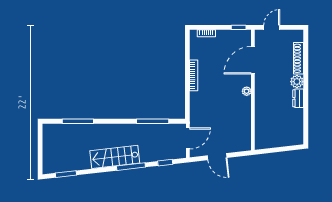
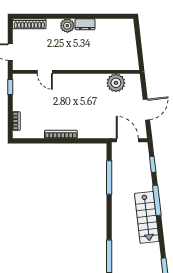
shoe rack: (299, 58) -> (29, 24), moved
door: (253, 60) -> (45, 72), width x0.53
plant: (247, 91) -> (116, 83), moved, width x1.88, depth x1.88

